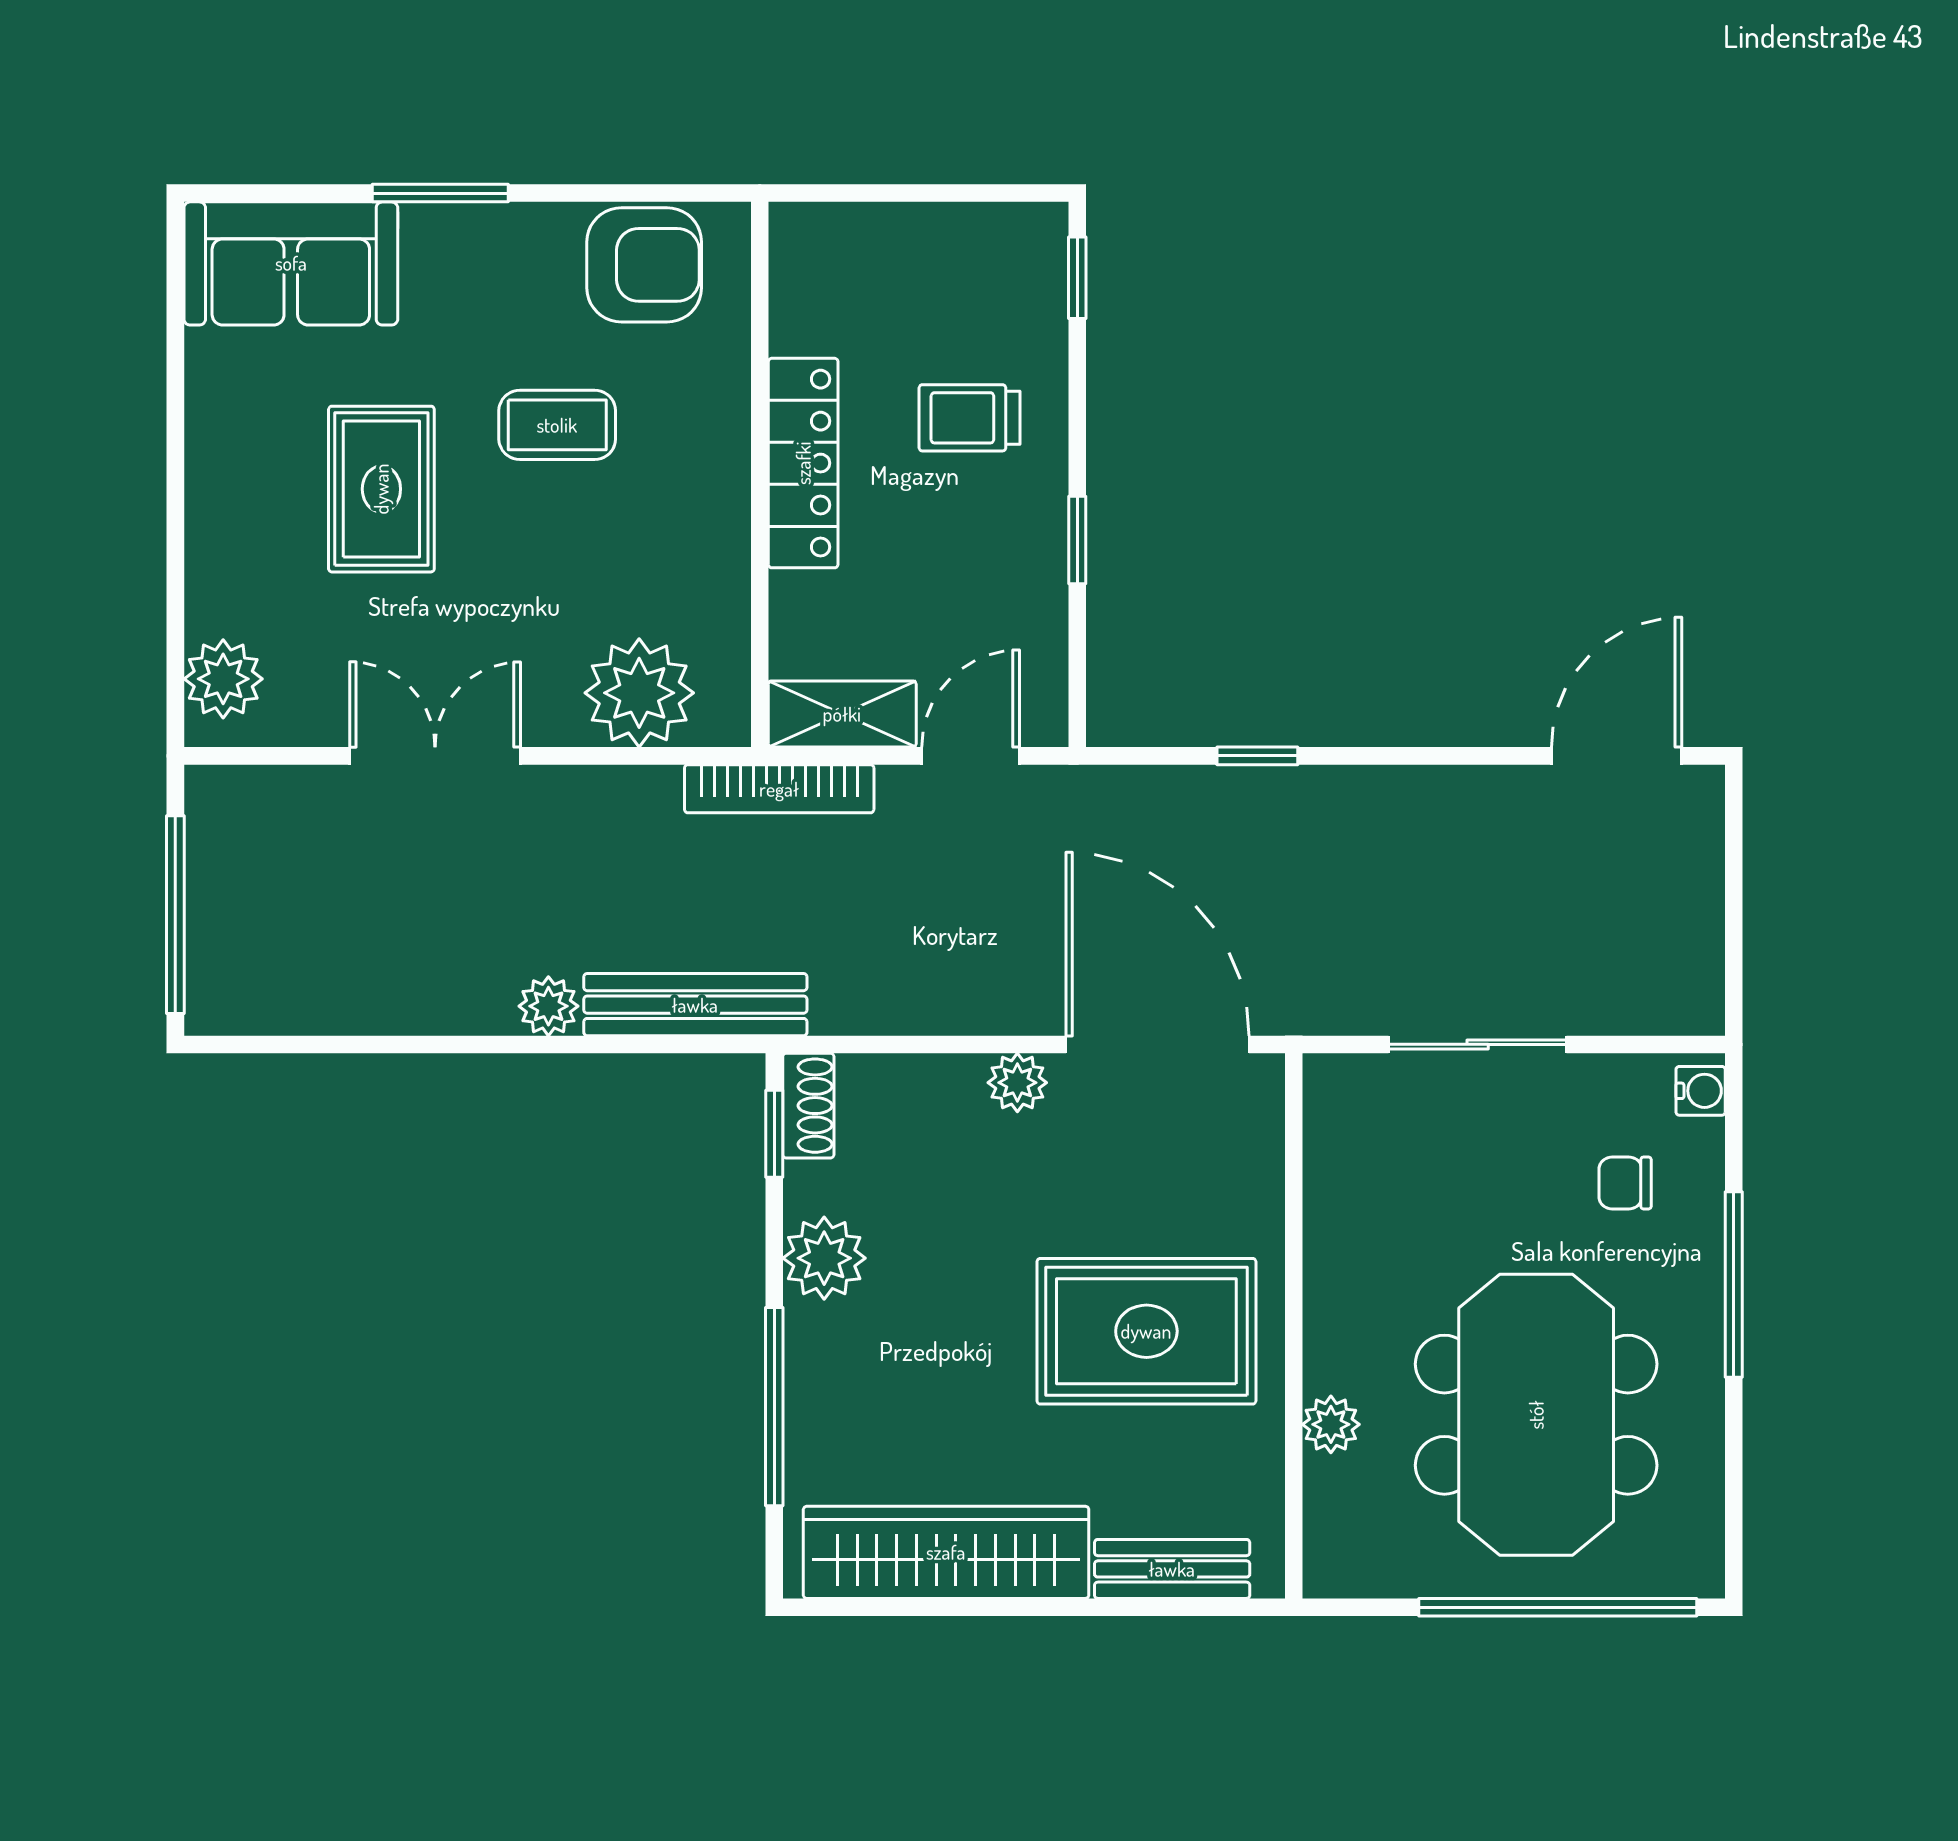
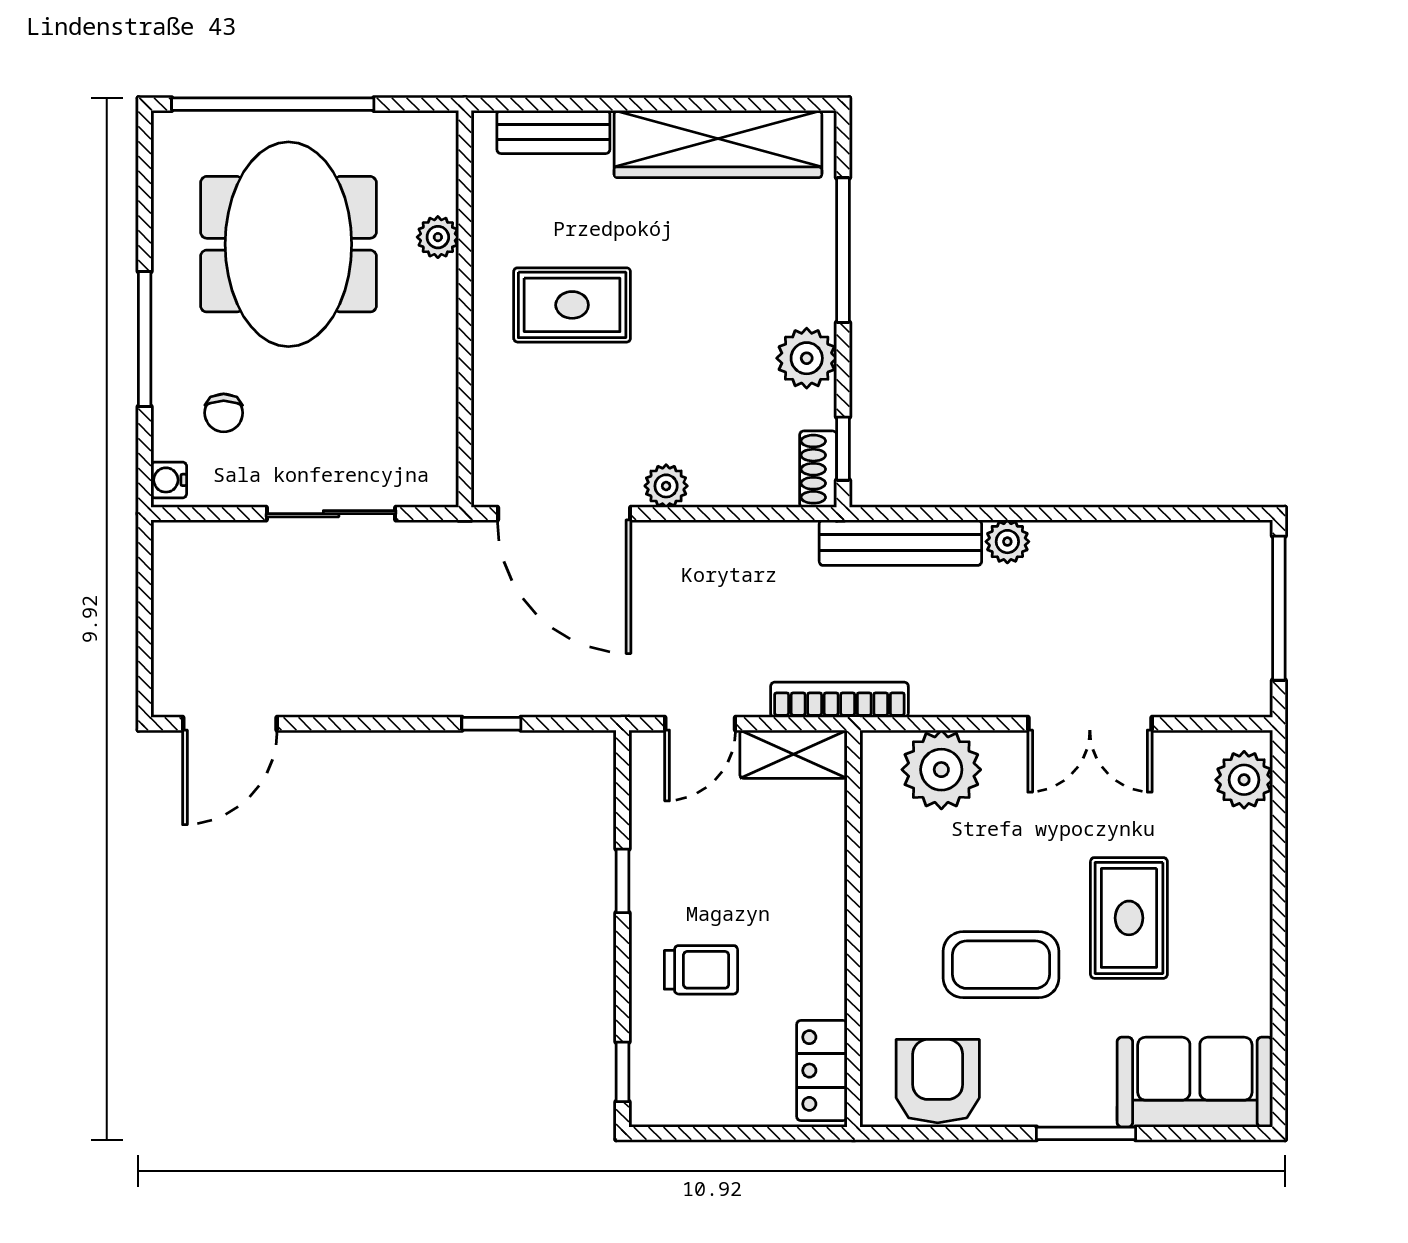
armchair: (644, 265) -> (938, 1081), turned 90
coffee table: (557, 425) -> (1001, 965), width x1.36, depth x1.30
locker: (803, 463) -> (822, 1071), moved, width x0.66
chair: (1625, 1183) -> (224, 413), turned 90
rug: (1146, 1331) -> (572, 305), width x0.73, depth x0.70

